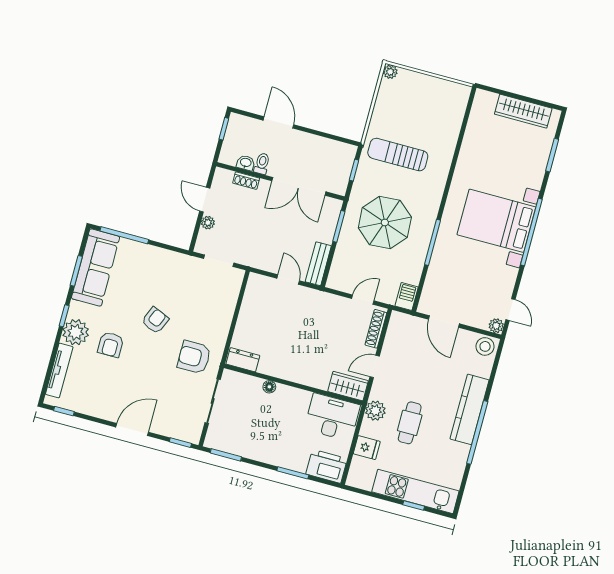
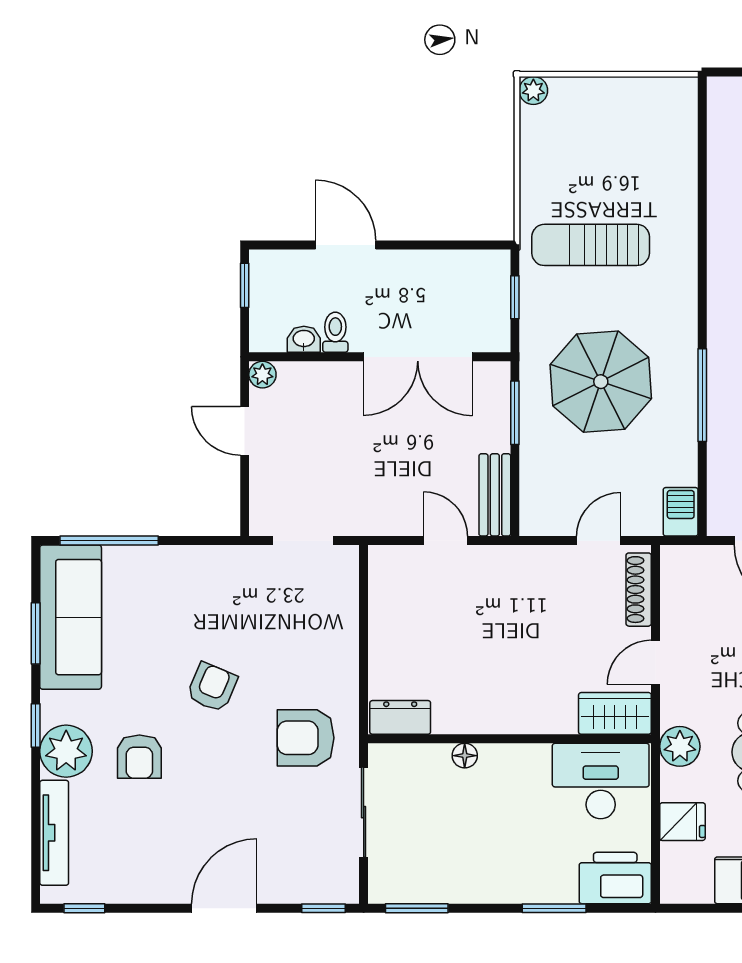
shoe rack: (246, 181) -> (314, 373), removed
plant: (208, 223) -> (262, 375), moved

